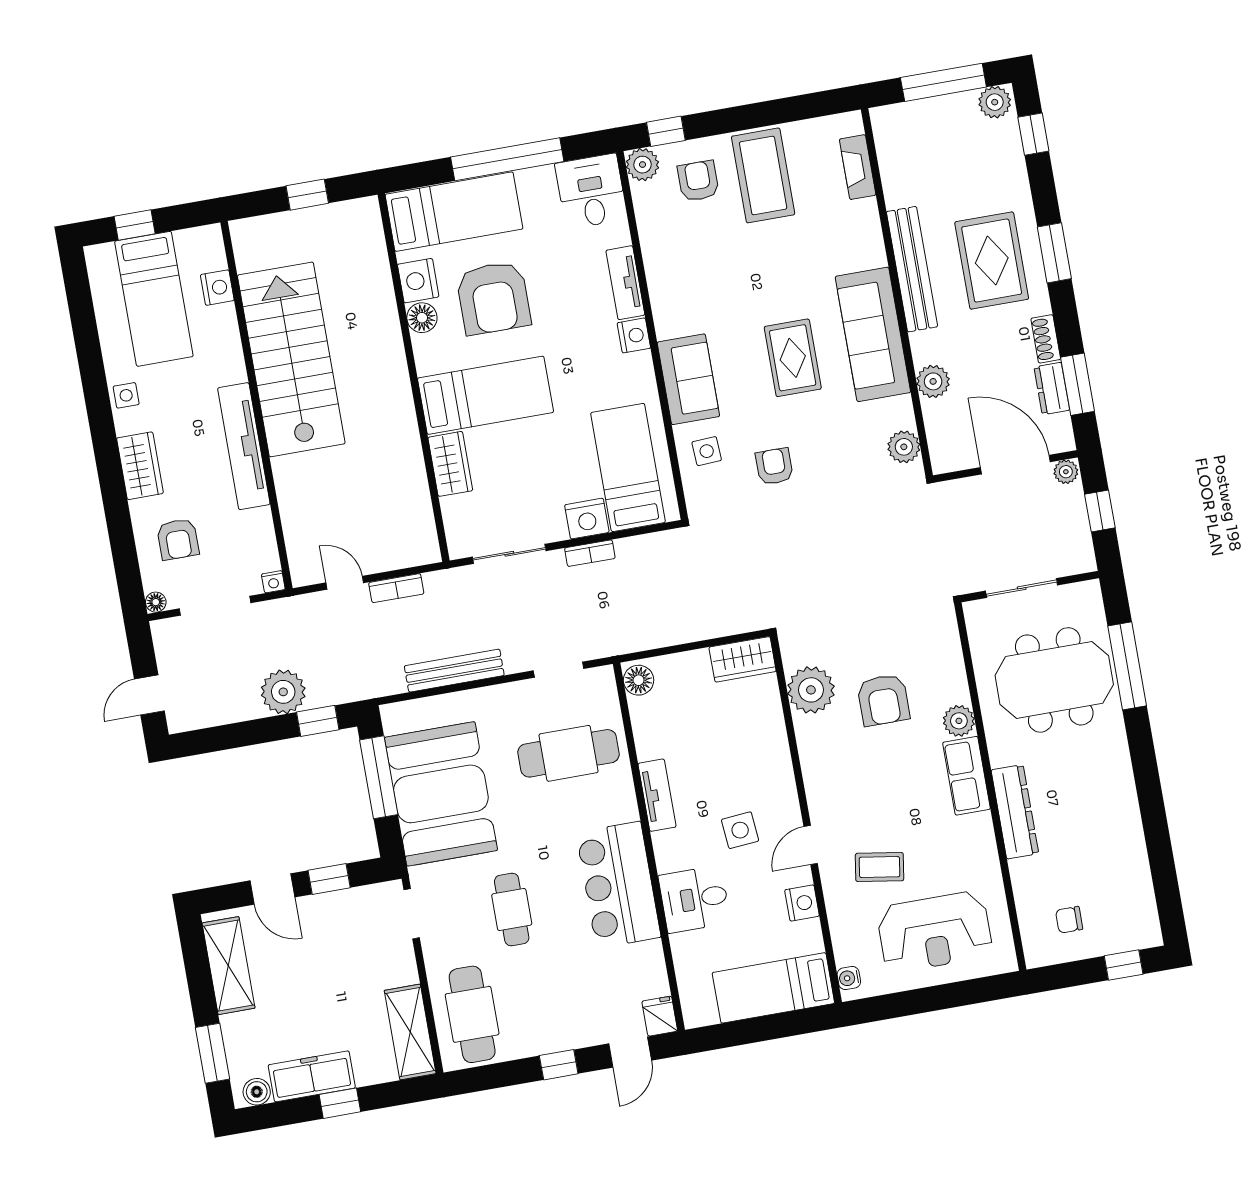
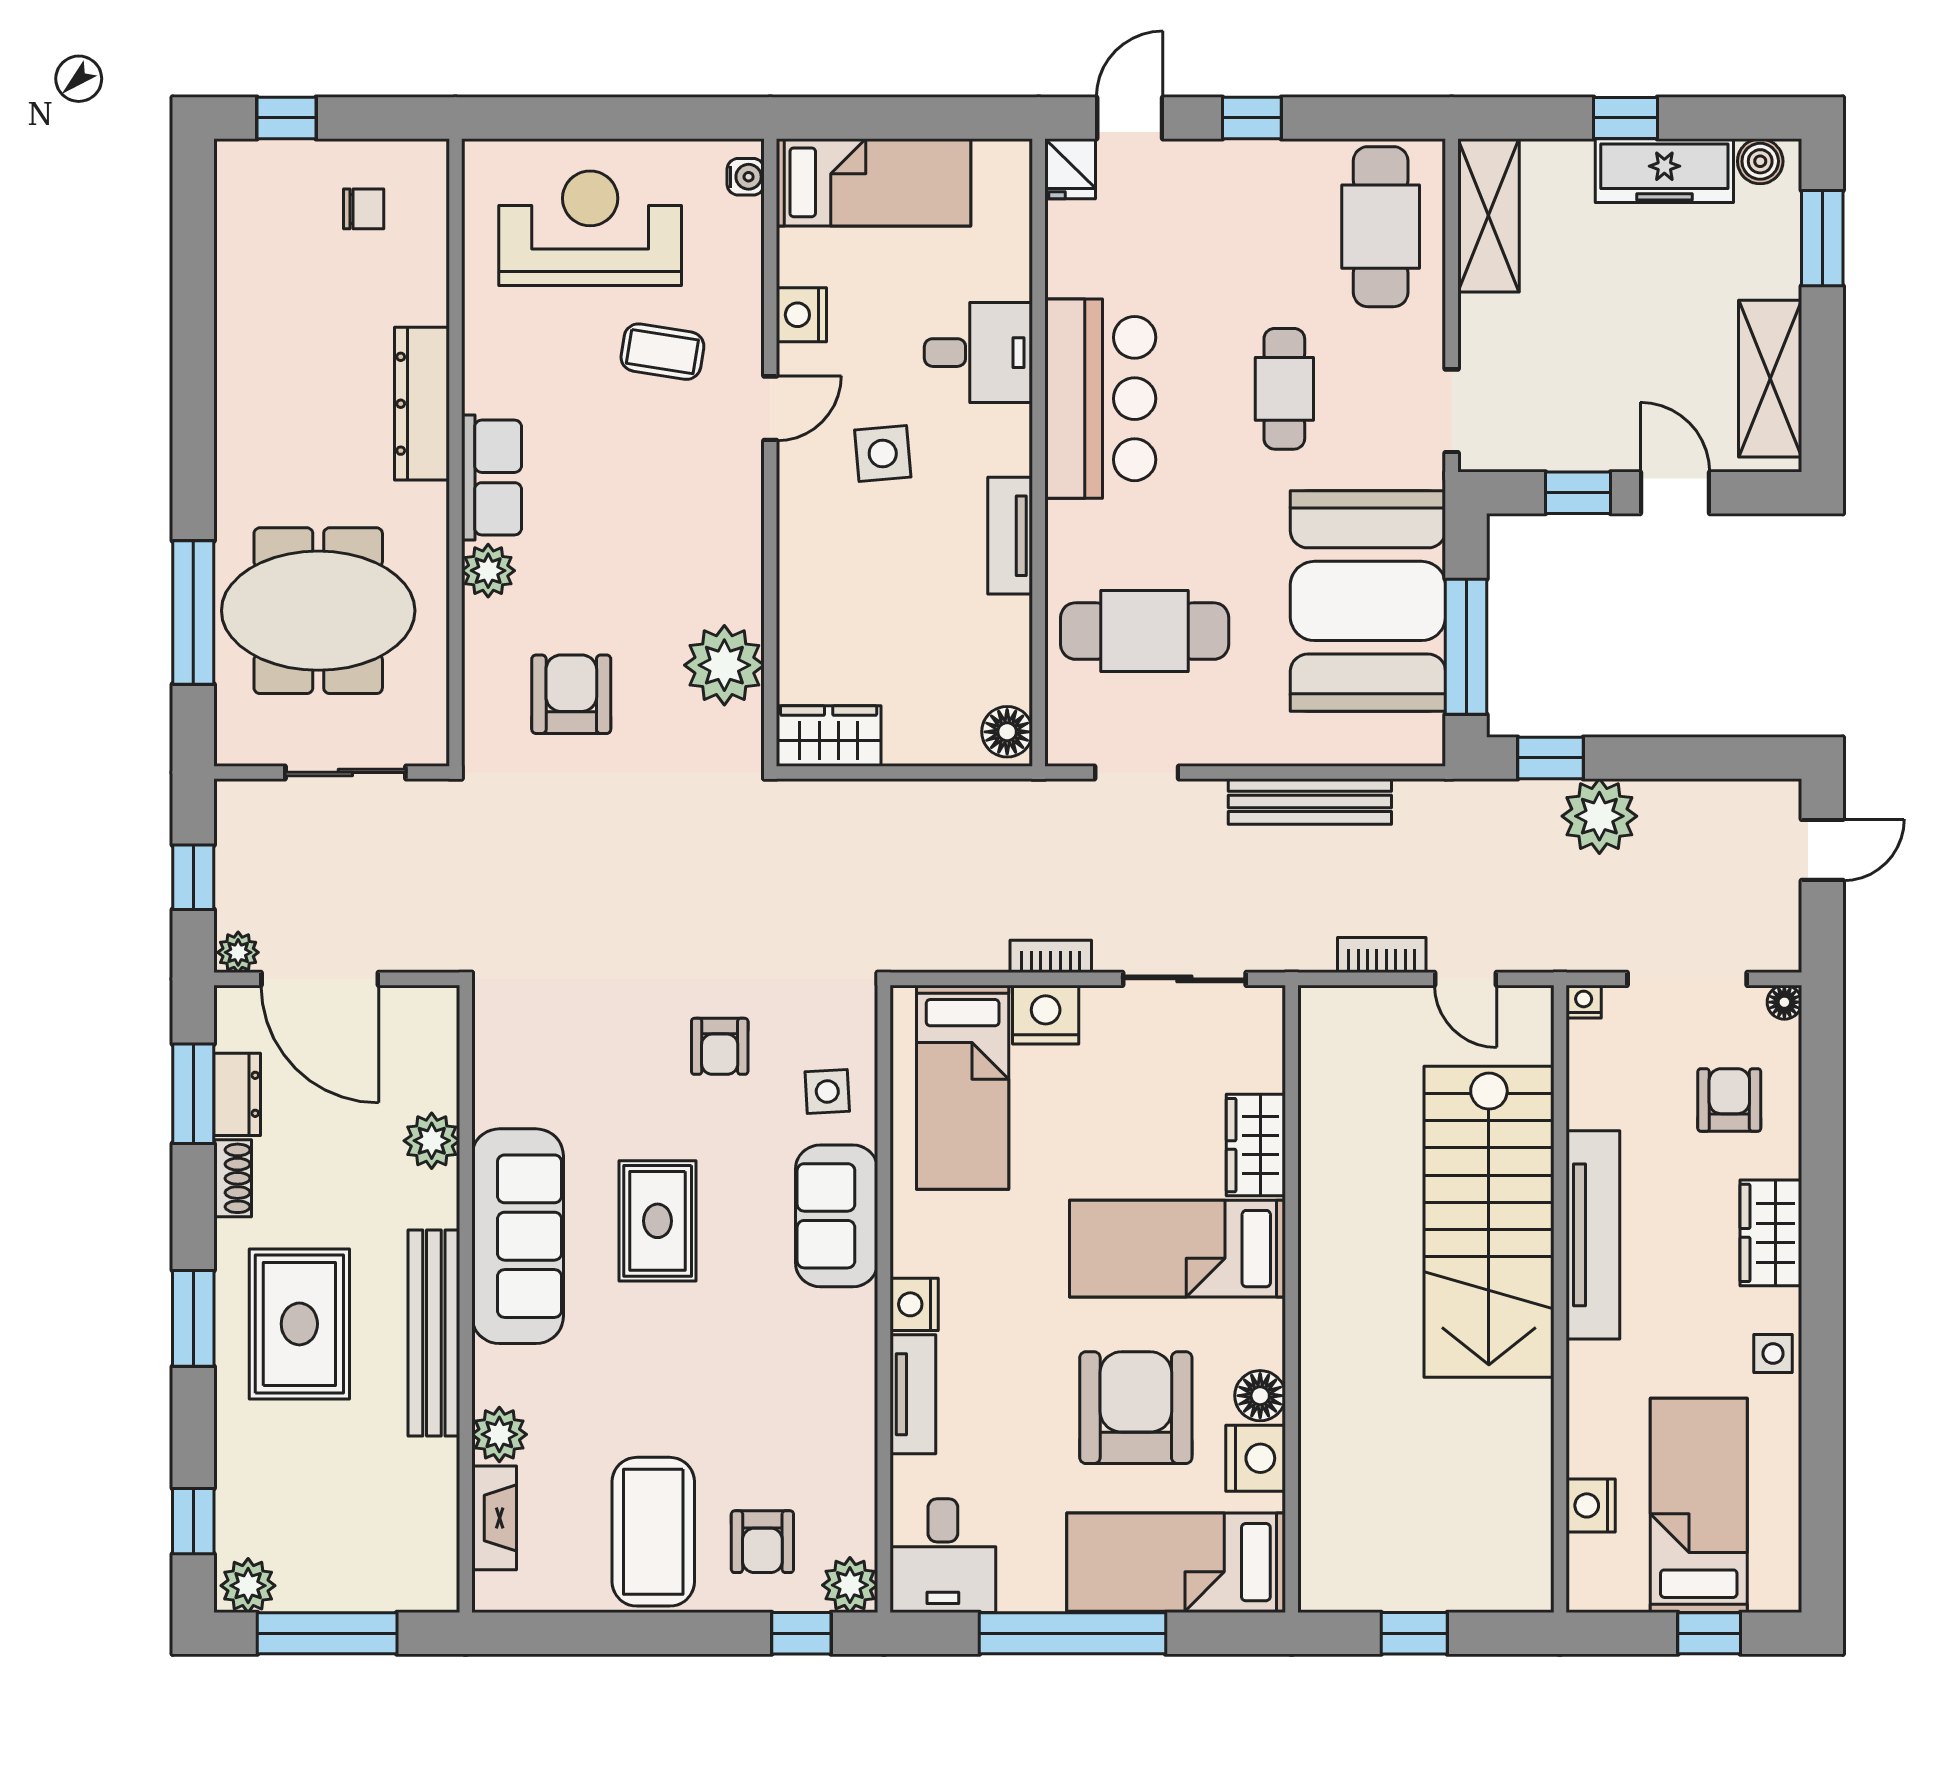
stairs: (291, 359) -> (1489, 1222), moved
plant: (904, 447) -> (499, 1434), moved
armchair: (883, 700) -> (571, 694), moved

